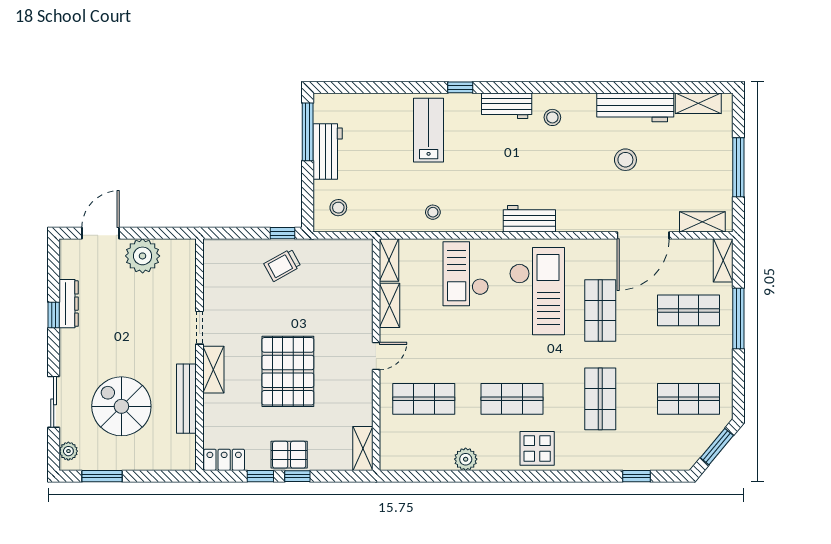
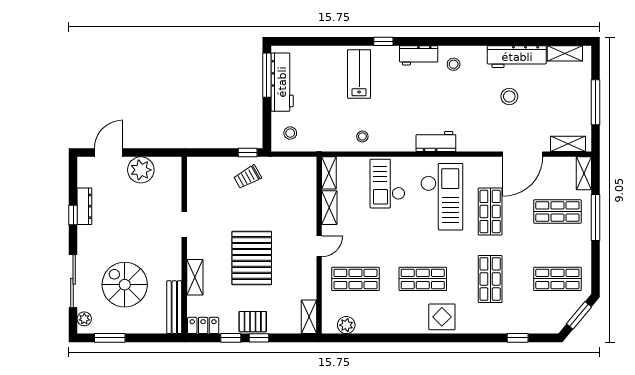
workbench: (328, 151) -> (282, 82), width x1.37
shelving: (213, 370) -> (195, 277), moved
bench: (186, 399) -> (174, 307), moved
sliding door: (54, 402) -> (73, 281), width x1.37
plant: (466, 459) -> (346, 325), moved

